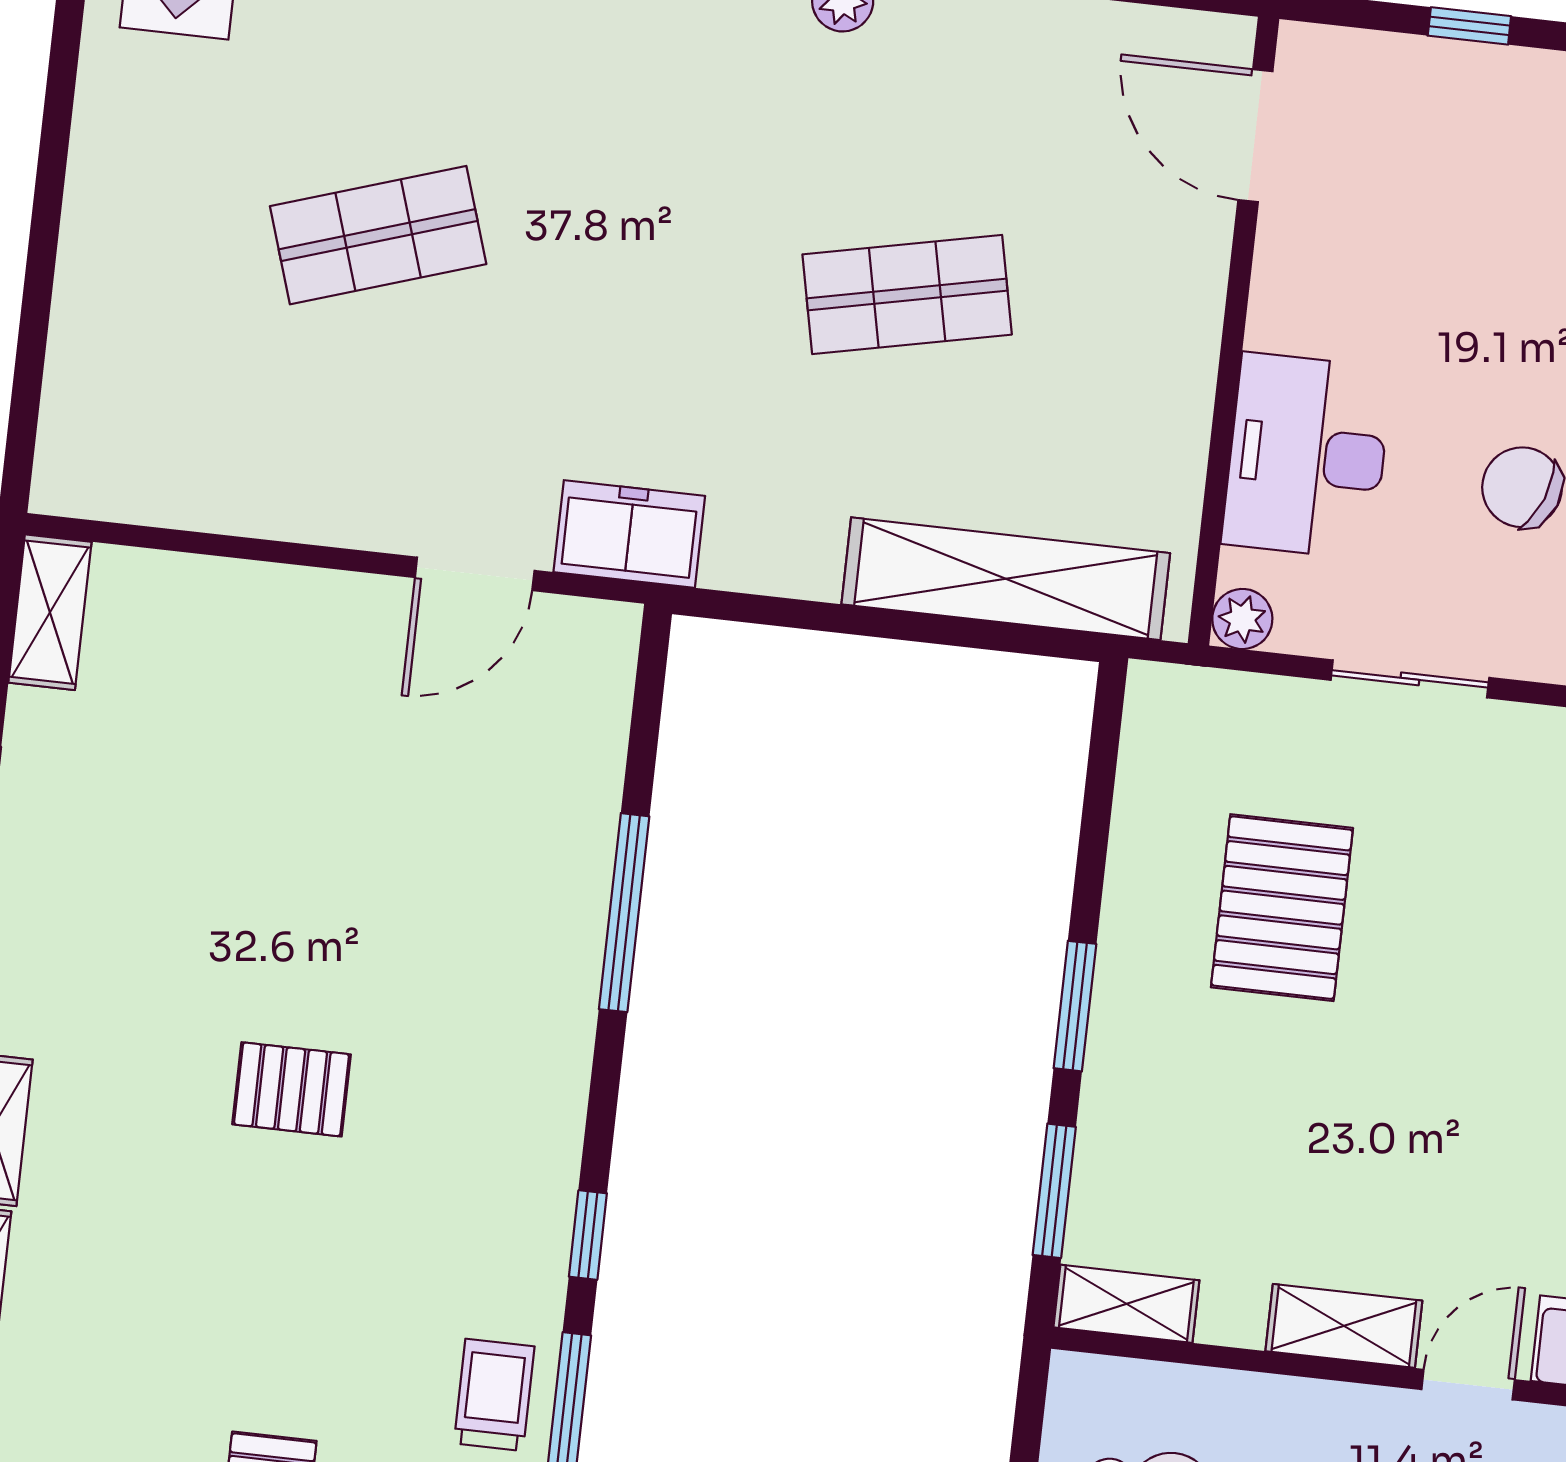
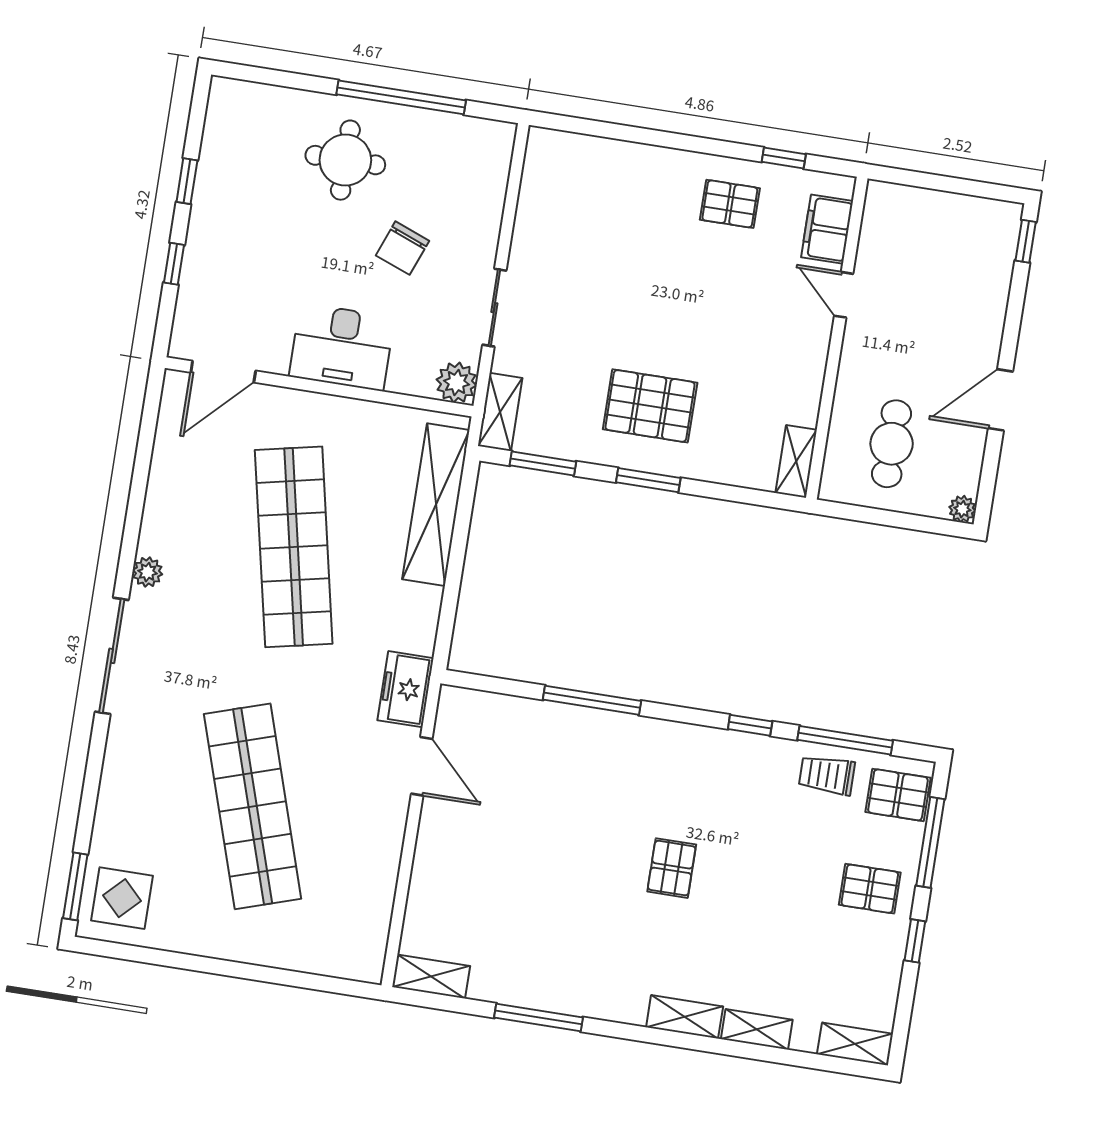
shop shelf: (378, 235) -> (253, 806), width x2.00, depth x1.36
shop shelf: (907, 294) -> (294, 547), width x2.00, depth x1.36
desk: (1307, 456) -> (342, 347), moved
plant: (1242, 619) -> (457, 383), width x1.38, depth x1.38
pallet: (1282, 908) -> (650, 406), moved
window: (1054, 1191) -> (543, 463), moved
shelving: (1344, 1326) -> (500, 412), moved

